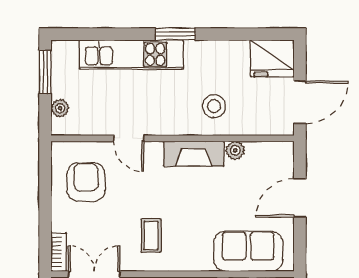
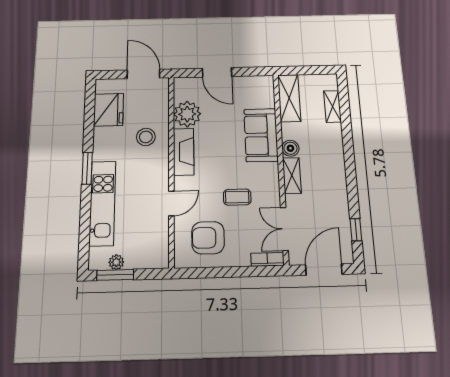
fridge: (272, 58) -> (109, 110), moved
plant: (60, 108) -> (116, 262), moved
plant: (235, 150) -> (187, 114), width x1.88, depth x1.88
coffee table: (151, 236) -> (237, 197), moved
sofa: (248, 251) -> (261, 135), moved

